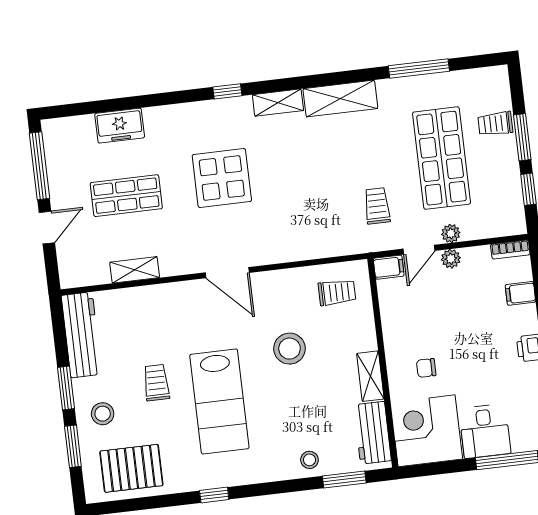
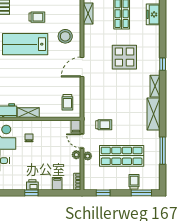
window: (522, 137) -> (141, 193), moved
door: (227, 273) -> (82, 67), moved
stool: (290, 349) -> (65, 36), moved

